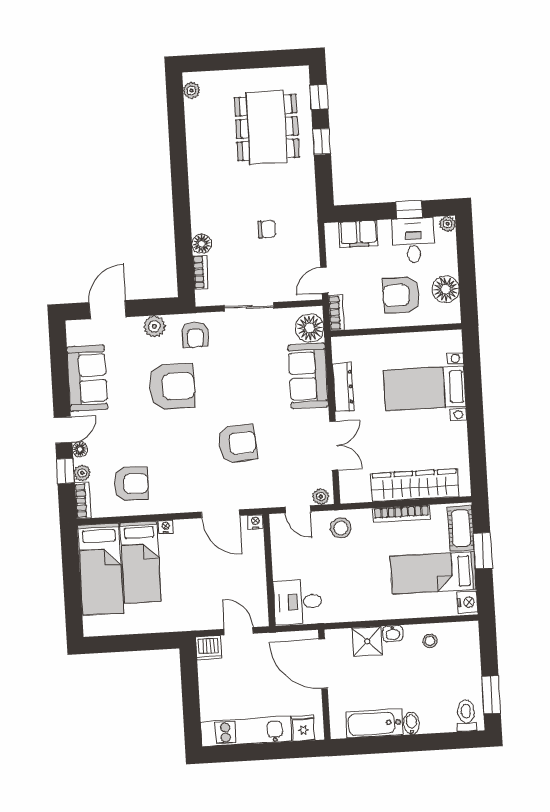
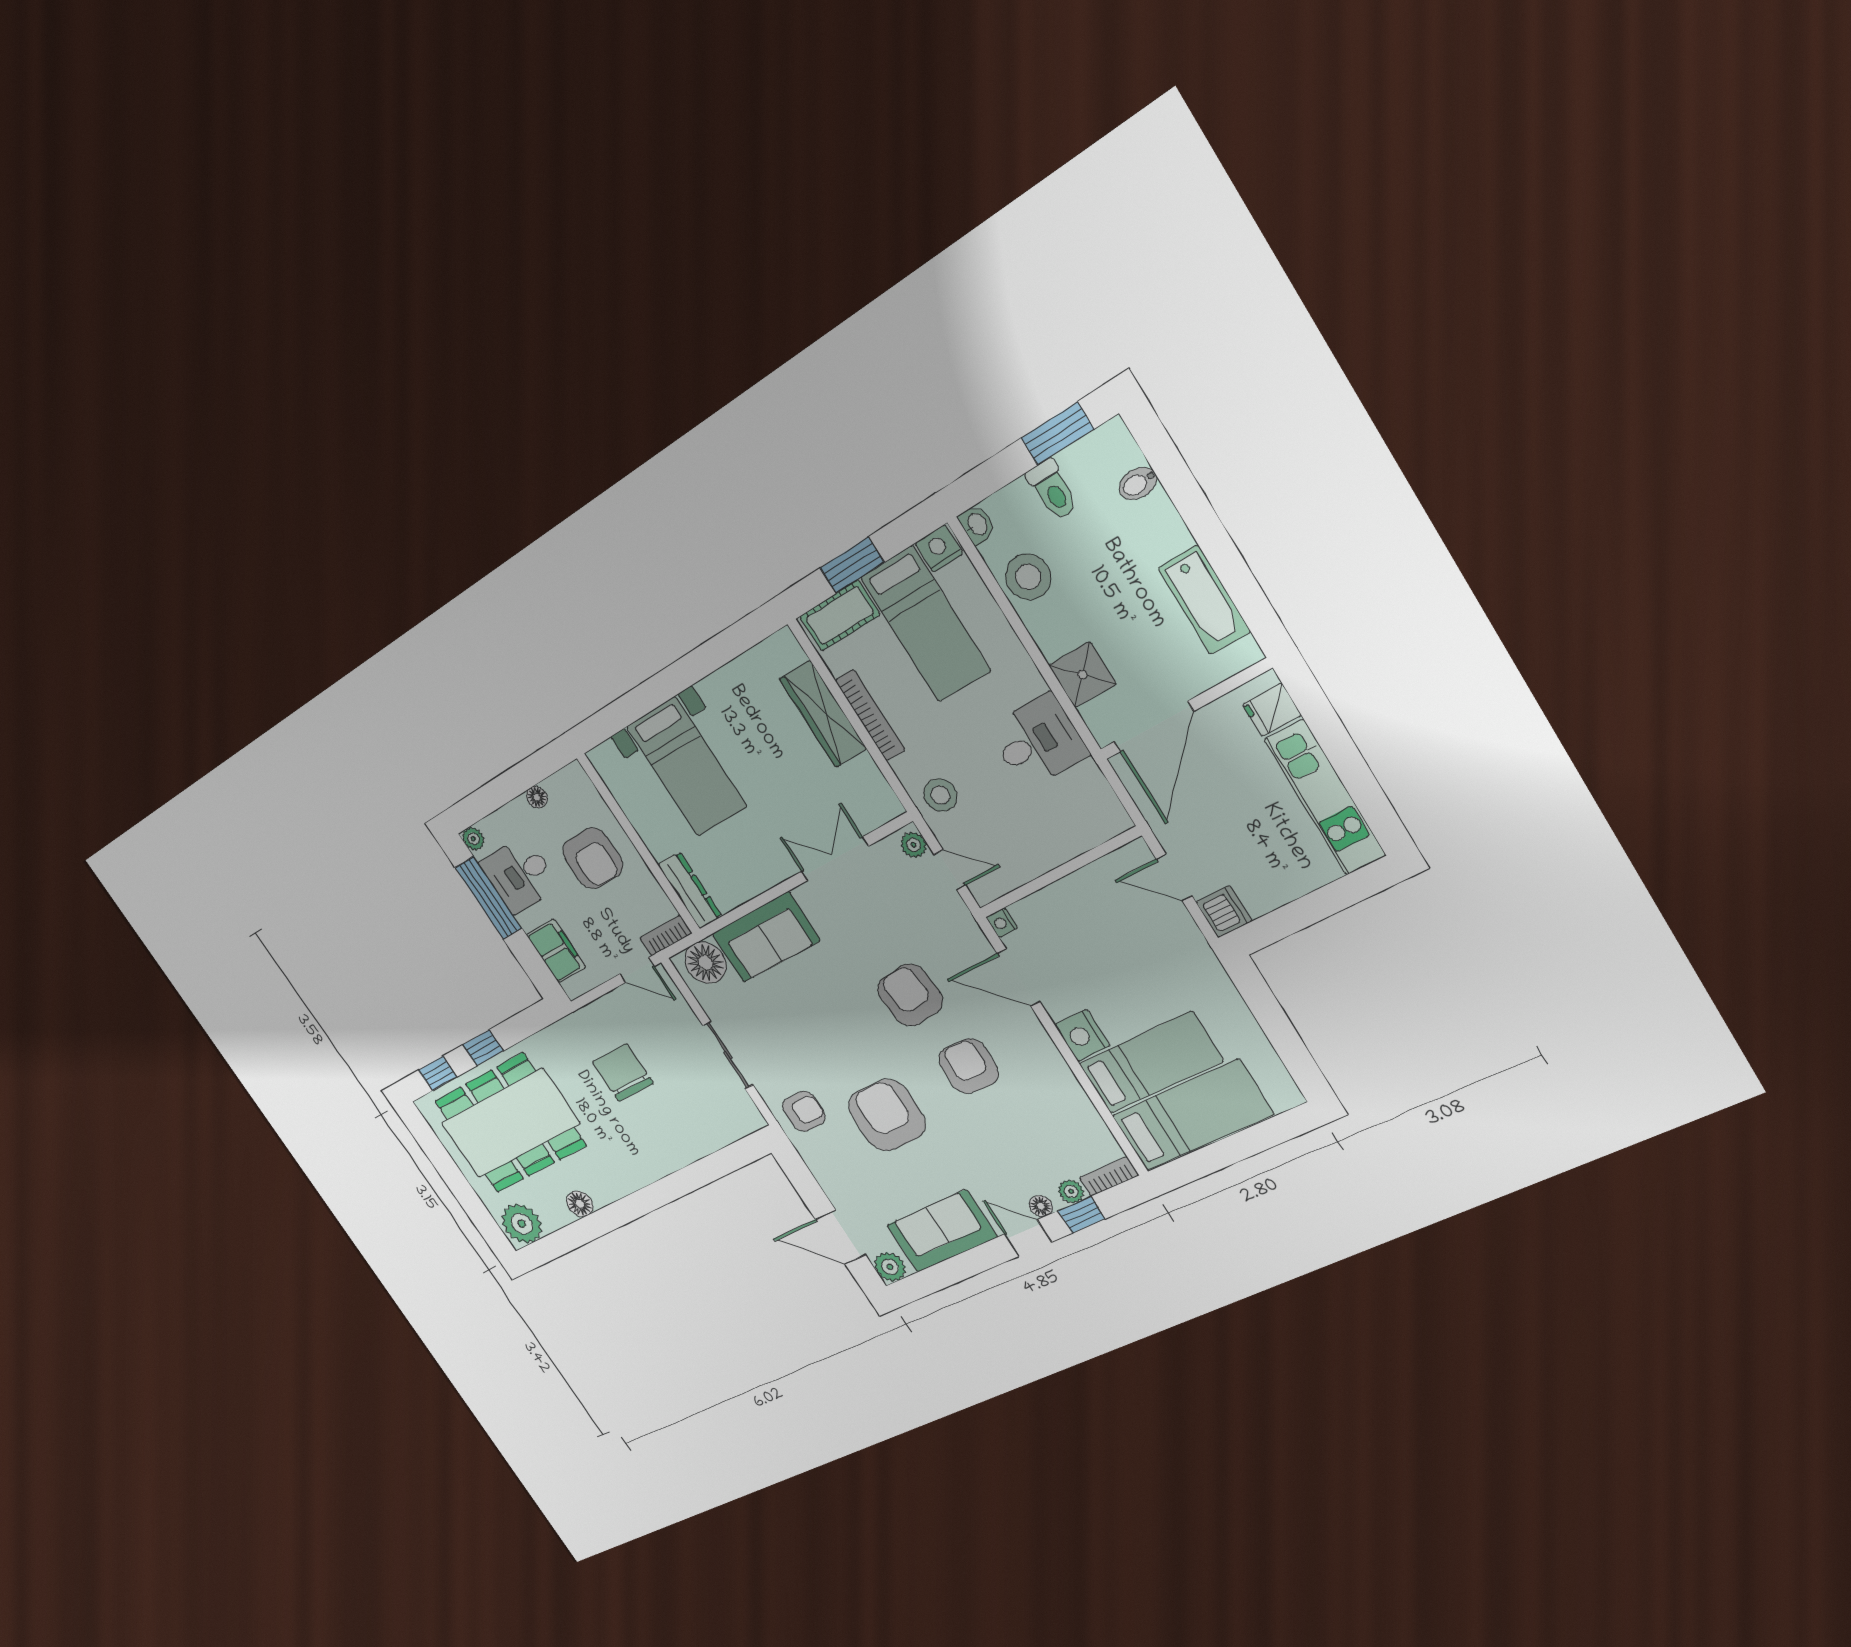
plant: (192, 90) -> (522, 1224), width x1.88, depth x1.88
dining table: (267, 128) -> (510, 1123), width x1.36, depth x1.24
window: (409, 210) -> (488, 898), width x2.17
chair: (267, 229) -> (623, 1073), width x1.87, depth x1.87
floor lamp: (202, 244) -> (580, 1204), moved
bookcase: (200, 272) -> (724, 1136), removed
floor lamp: (446, 289) -> (537, 797), width x0.53, depth x0.53
plant: (154, 326) -> (890, 1267), moved
dresser: (343, 387) -> (690, 890), moved, turned 90
armchair: (131, 484) -> (969, 1066), moved
wardrobe: (415, 485) -> (823, 714), width x0.71, depth x0.85
door: (298, 509) -> (950, 870), hinge flipped
door: (221, 514) -> (1019, 978), swing flipped
nightstand: (166, 527) -> (1082, 1035), width x1.89, depth x1.79
desk: (298, 602) -> (1038, 741), moved, turned -90
door: (239, 631) -> (1174, 878), hinge flipped
washbasin: (393, 634) -> (977, 525), moved
stool: (430, 641) -> (1028, 577), width x1.89, depth x1.89
toilet: (466, 716) -> (1053, 490), moved, turned -90
bidet: (412, 723) -> (1138, 484), moved

